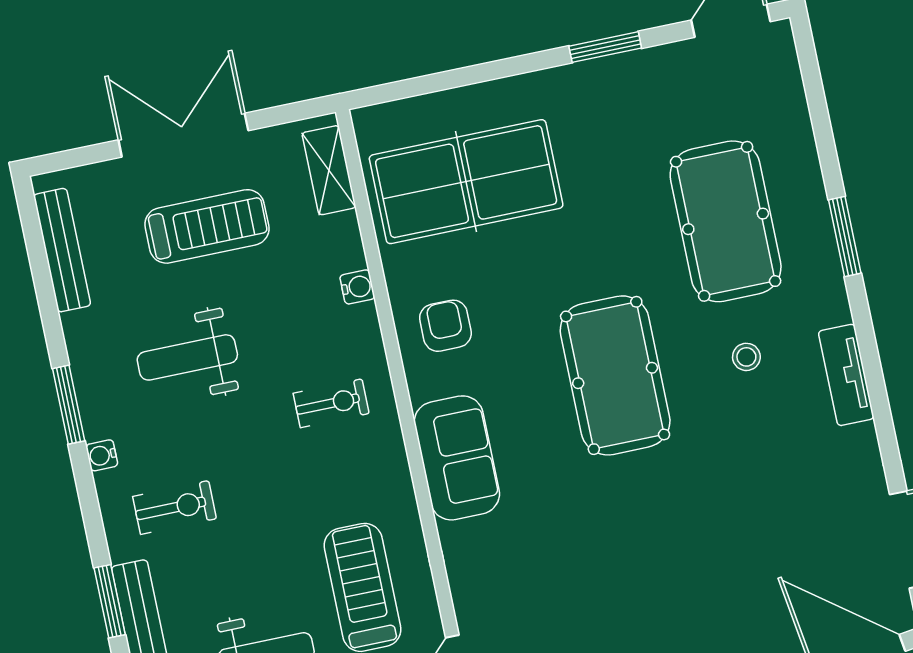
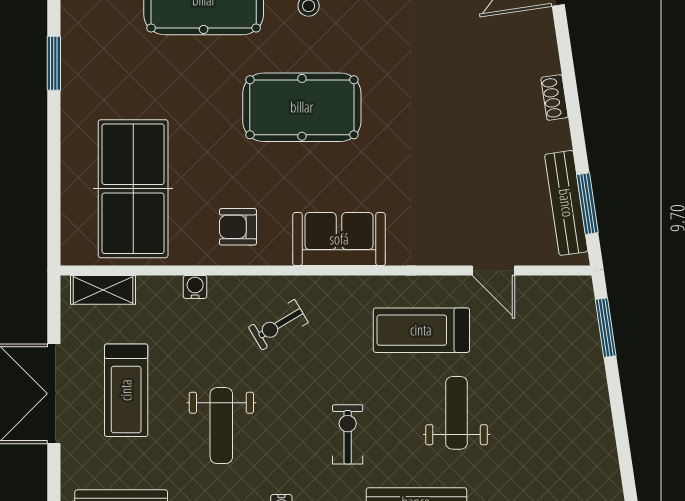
treadmill: (207, 226) -> (126, 390), turned 180
exercise bike: (331, 403) -> (278, 325), turned -121
exercise bike: (175, 508) -> (348, 434), moved

